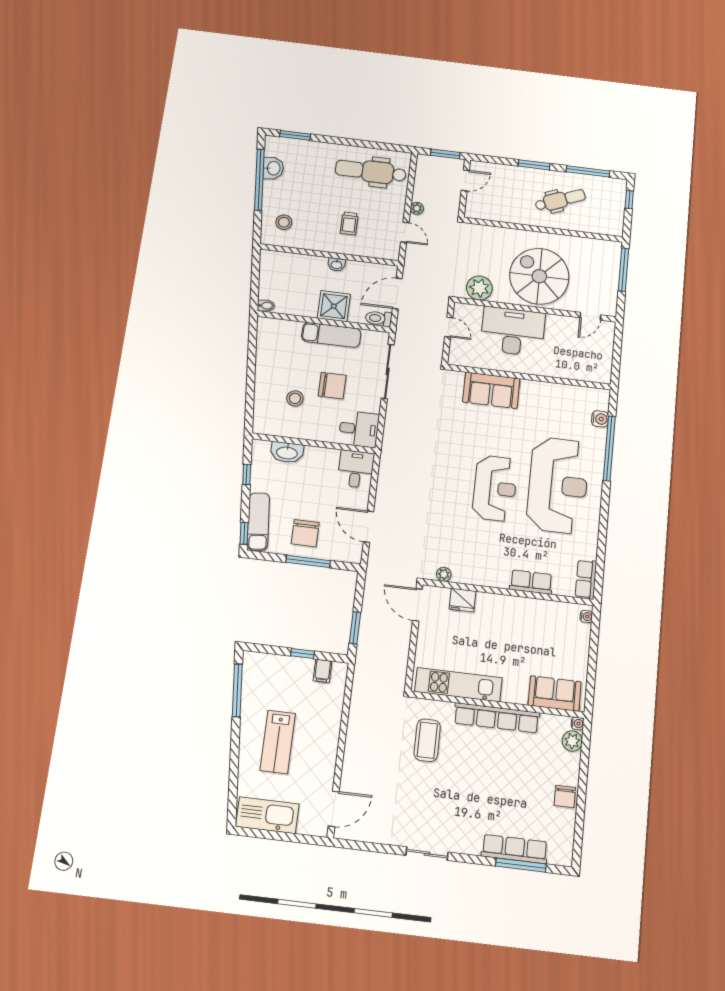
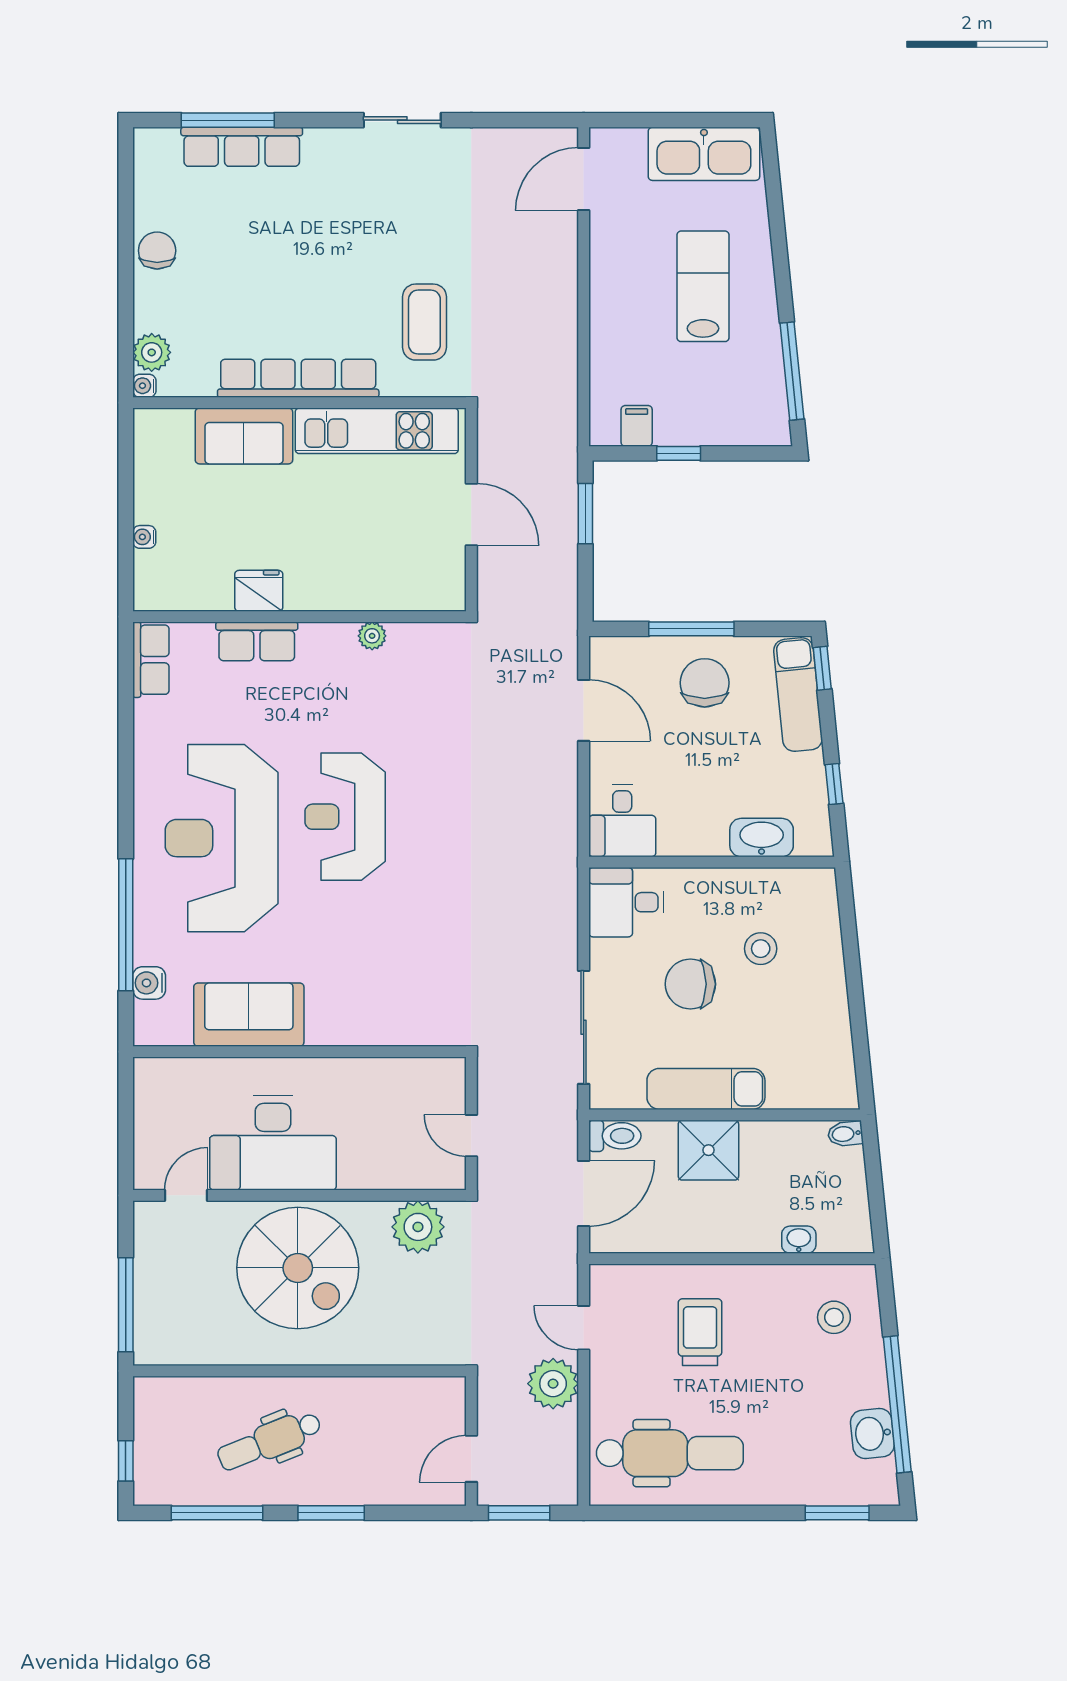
plant: (417, 208) -> (553, 1384), width x1.88, depth x1.88
trolley: (349, 223) -> (700, 1332), width x1.36, depth x1.39
washbasin: (336, 265) -> (799, 1240), moved
desk: (513, 331) -> (273, 1143), moved
sofa: (491, 390) -> (249, 1015), moved
plant: (444, 574) -> (372, 636), moved
fridge: (463, 600) -> (259, 591), moved
door: (417, 605) -> (471, 514), moved
water cooler: (586, 616) -> (144, 537), moved
sofa: (555, 694) -> (244, 436), moved

